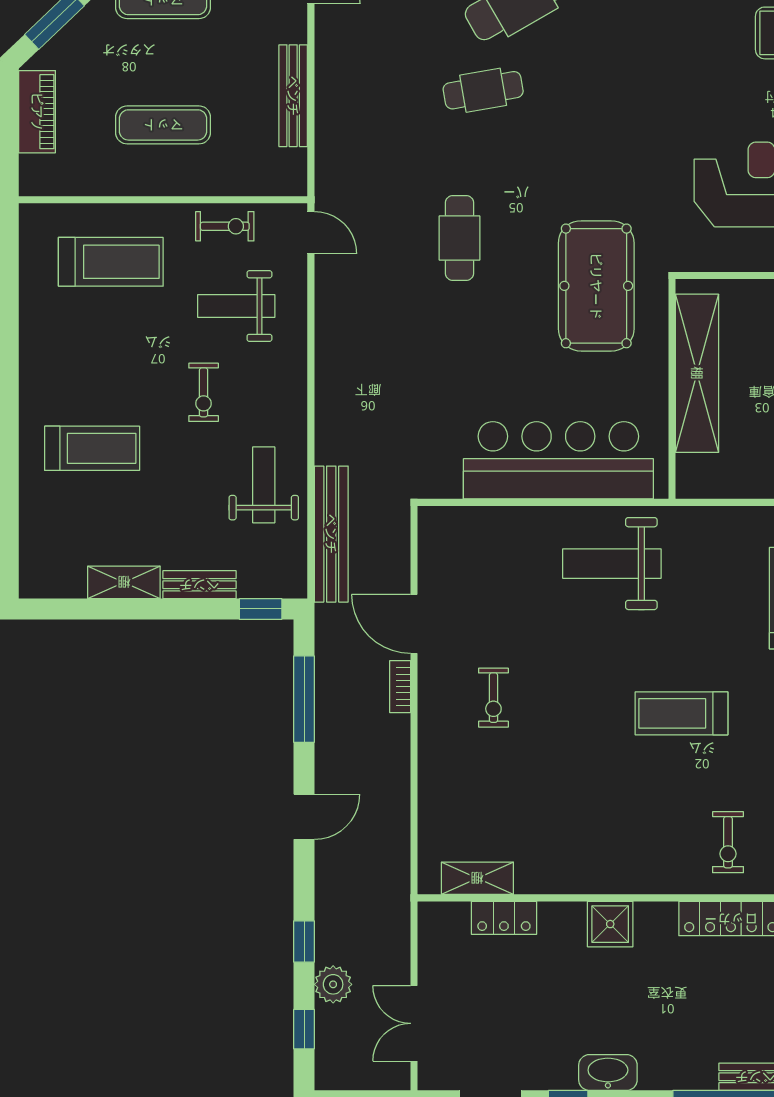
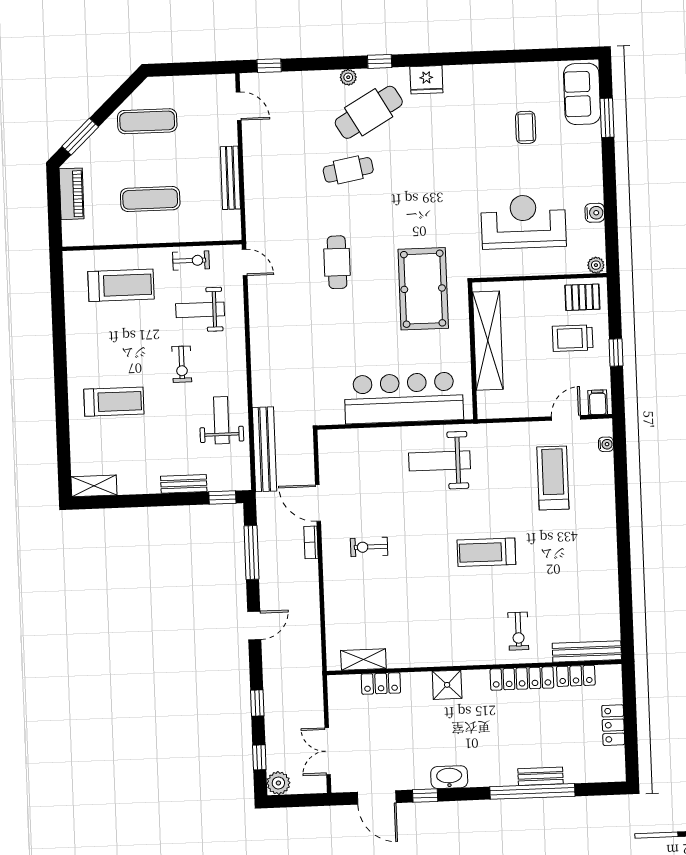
shelving: (124, 582) -> (94, 486), moved
exercise bike: (493, 698) -> (369, 547), turned 90
plant: (333, 984) -> (278, 783), moved

